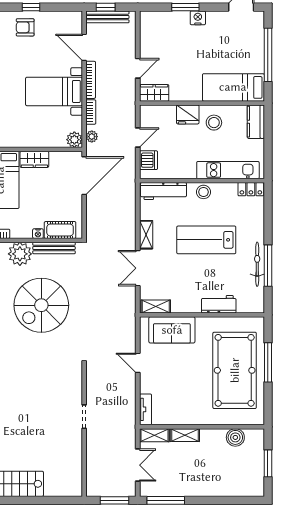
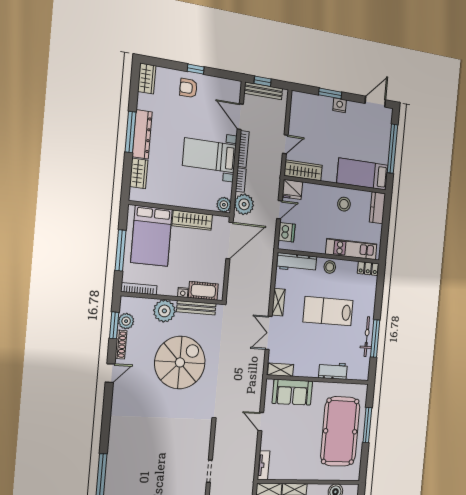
wardrobe: (154, 93) -> (303, 170), width x1.50
fridge: (188, 114) -> (292, 189), moved
plant: (92, 137) -> (244, 204), width x1.87, depth x1.87
wardrobe: (34, 159) -> (192, 220), width x1.50
spiral stairs: (41, 305) -> (180, 362), turned 180

